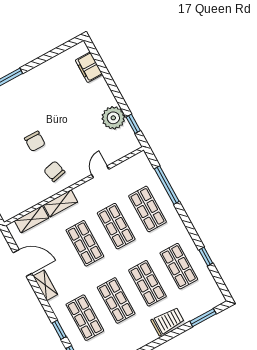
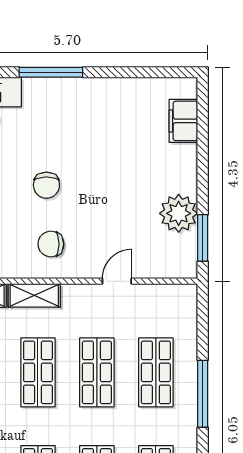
window: (133, 124) -> (203, 238), width x1.50
chair: (54, 171) -> (51, 244), turned -77
window: (167, 185) -> (203, 394), moved

